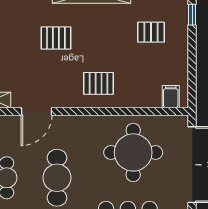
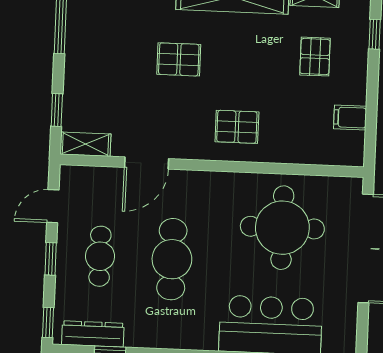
pallet: (151, 32) -> (315, 57), turned 90
filing cabinet: (171, 97) -> (350, 117), moved, turned -90

